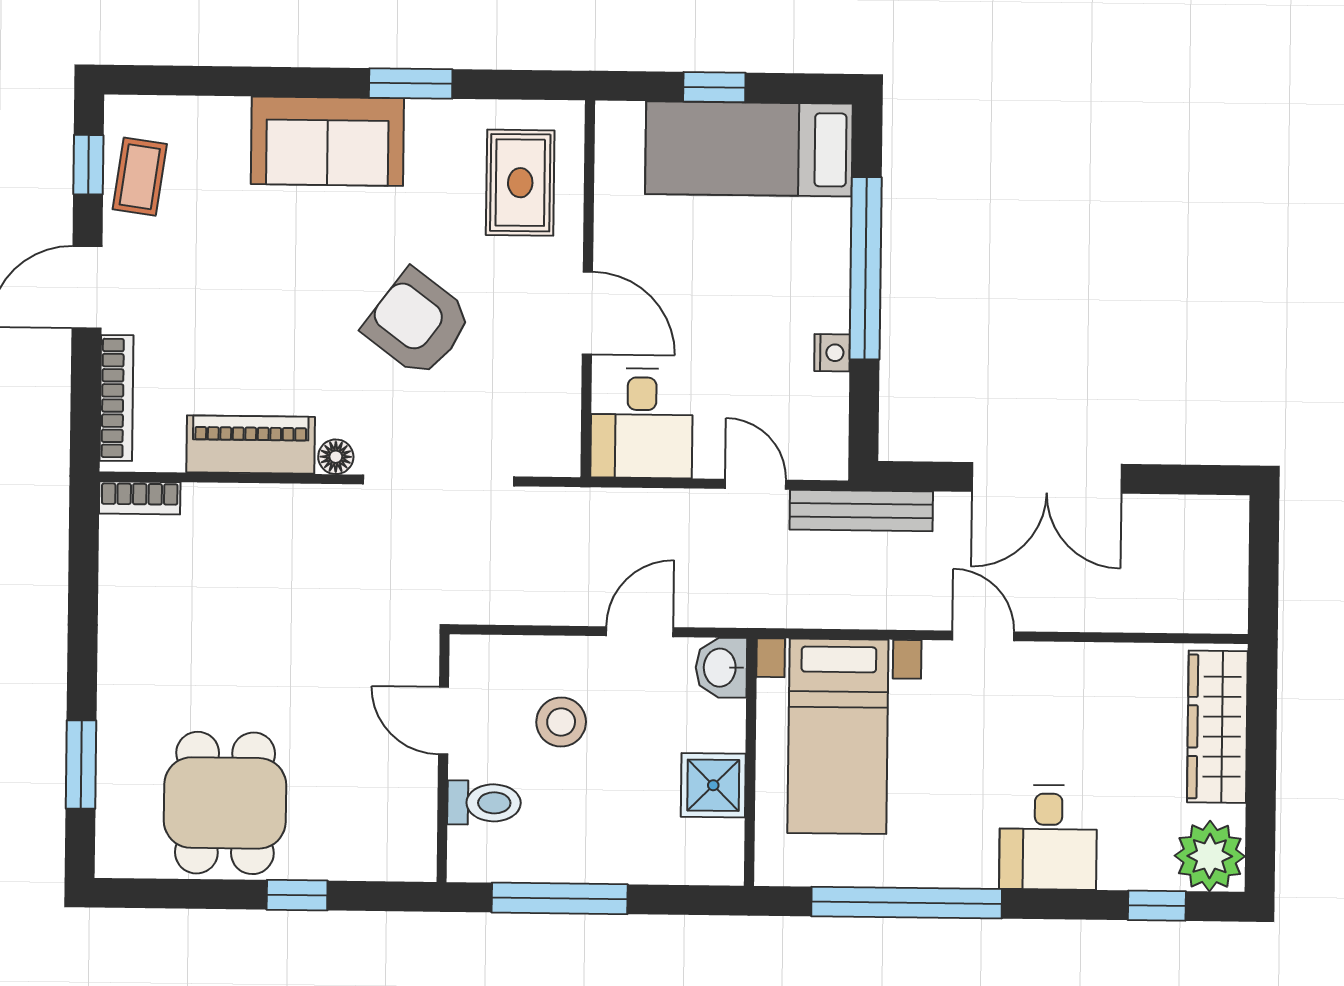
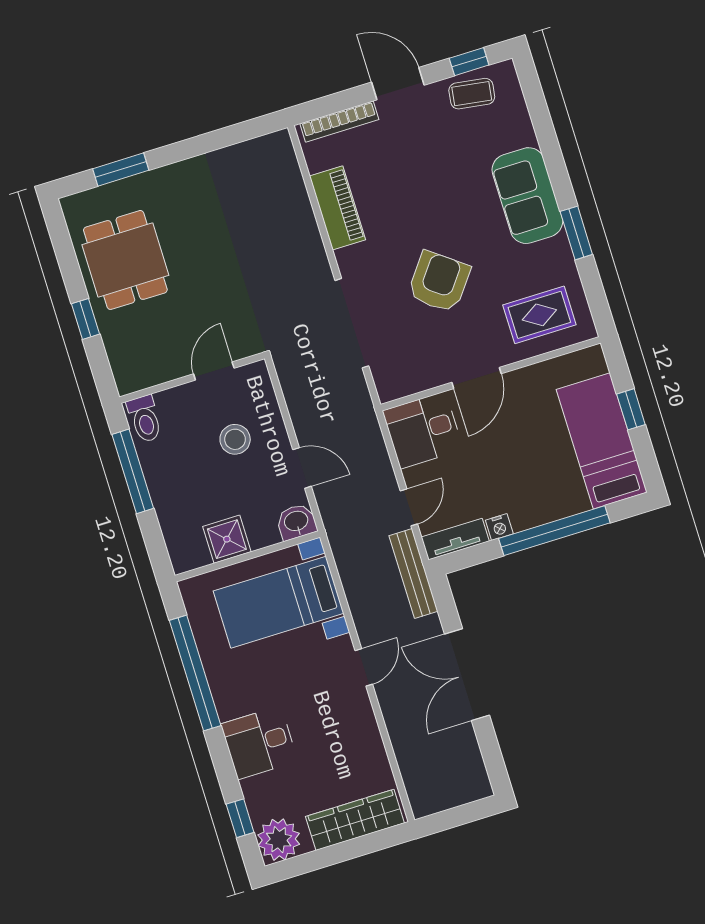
tv unit: (829, 428) -> (455, 539), added
floor lamp: (336, 457) -> (346, 259), removed
bookcase: (140, 498) -> (286, 154), removed
dining table: (225, 803) -> (125, 260), turned 90
toilet: (484, 803) -> (145, 419), moved

